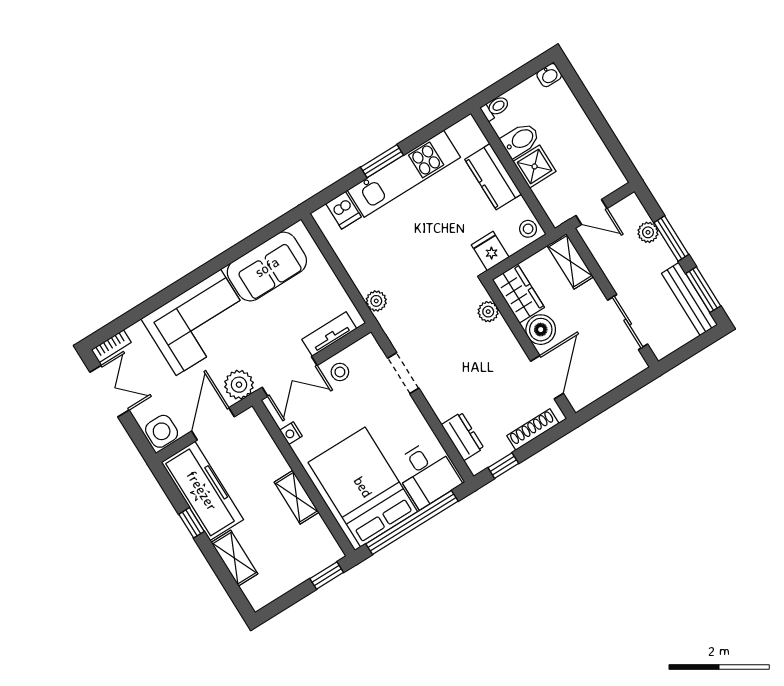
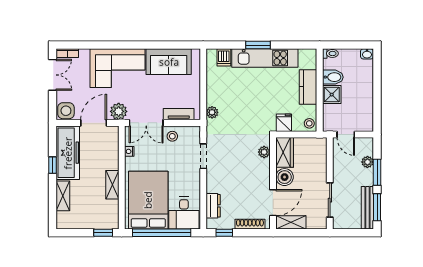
shelving: (570, 261) -> (291, 222), moved, turned 90

